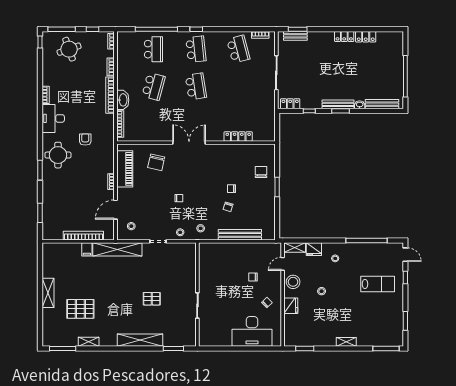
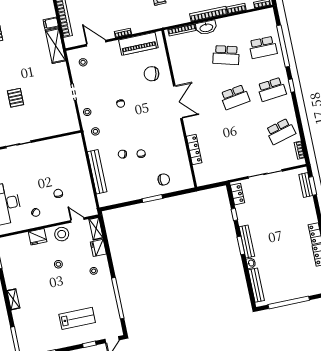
shelving: (117, 249) -> (56, 46), width x0.68
lab bench: (378, 284) -> (77, 318), turned -90

